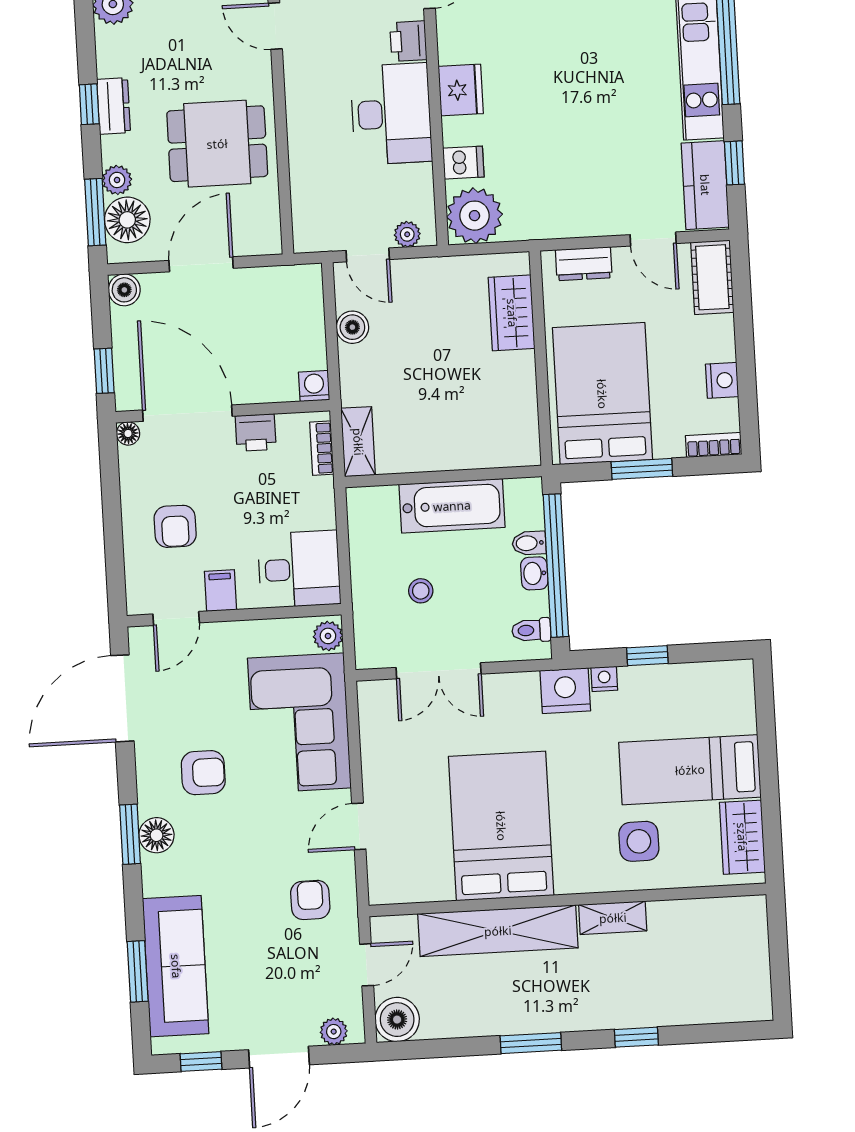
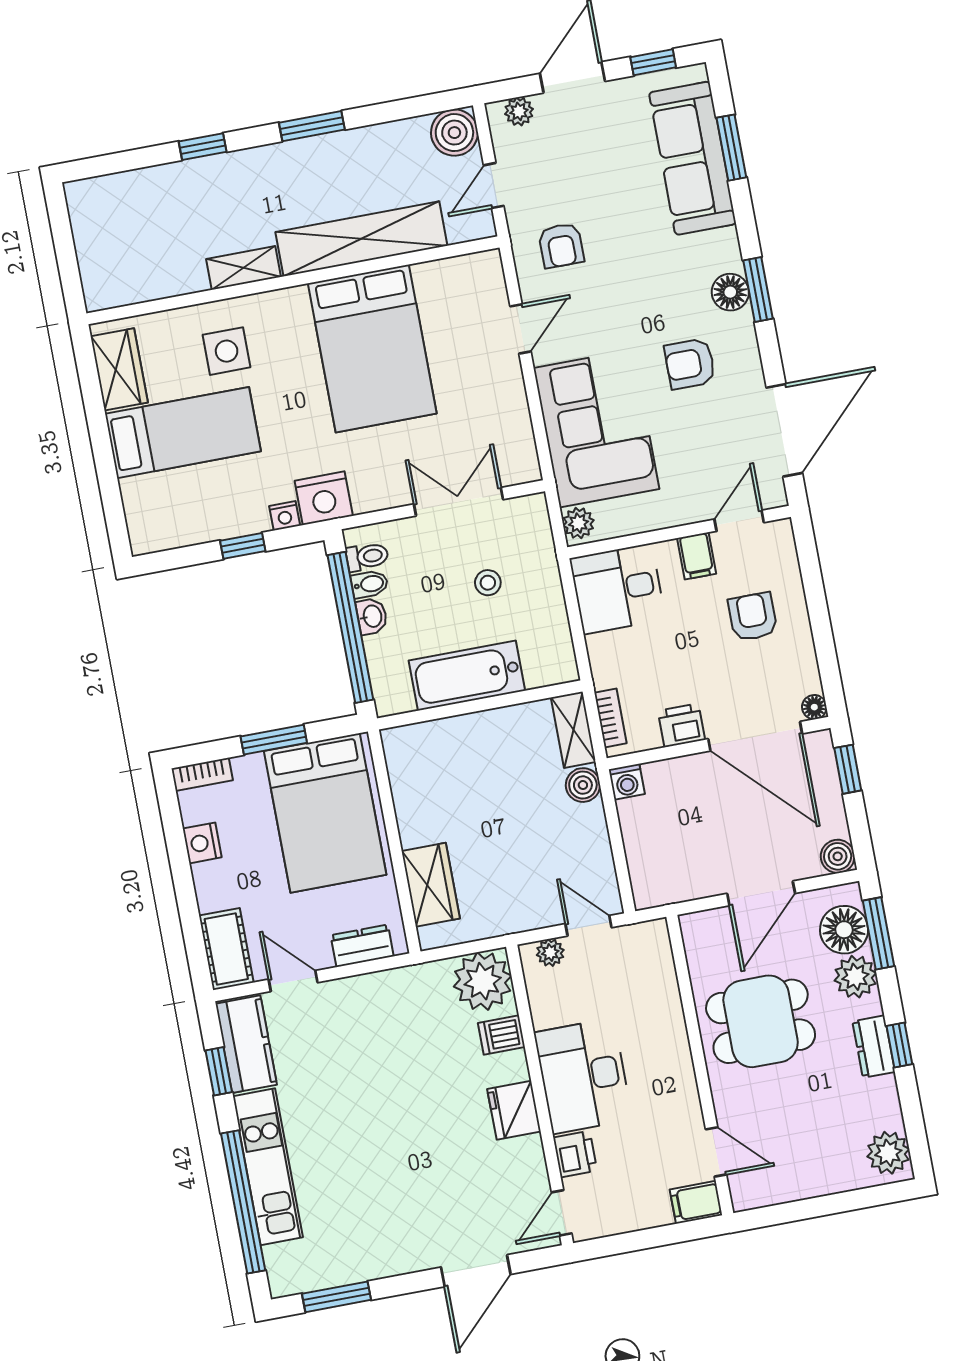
plant: (117, 180) -> (855, 977), width x1.38, depth x1.38
boiler: (352, 327) -> (583, 785), moved
bidet: (529, 543) -> (370, 584), moved

